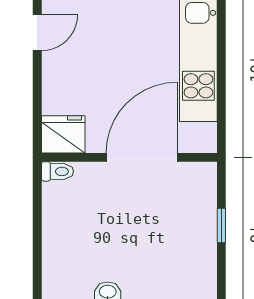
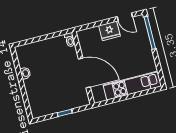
fridge: (63, 134) -> (110, 31), moved, turned 90

